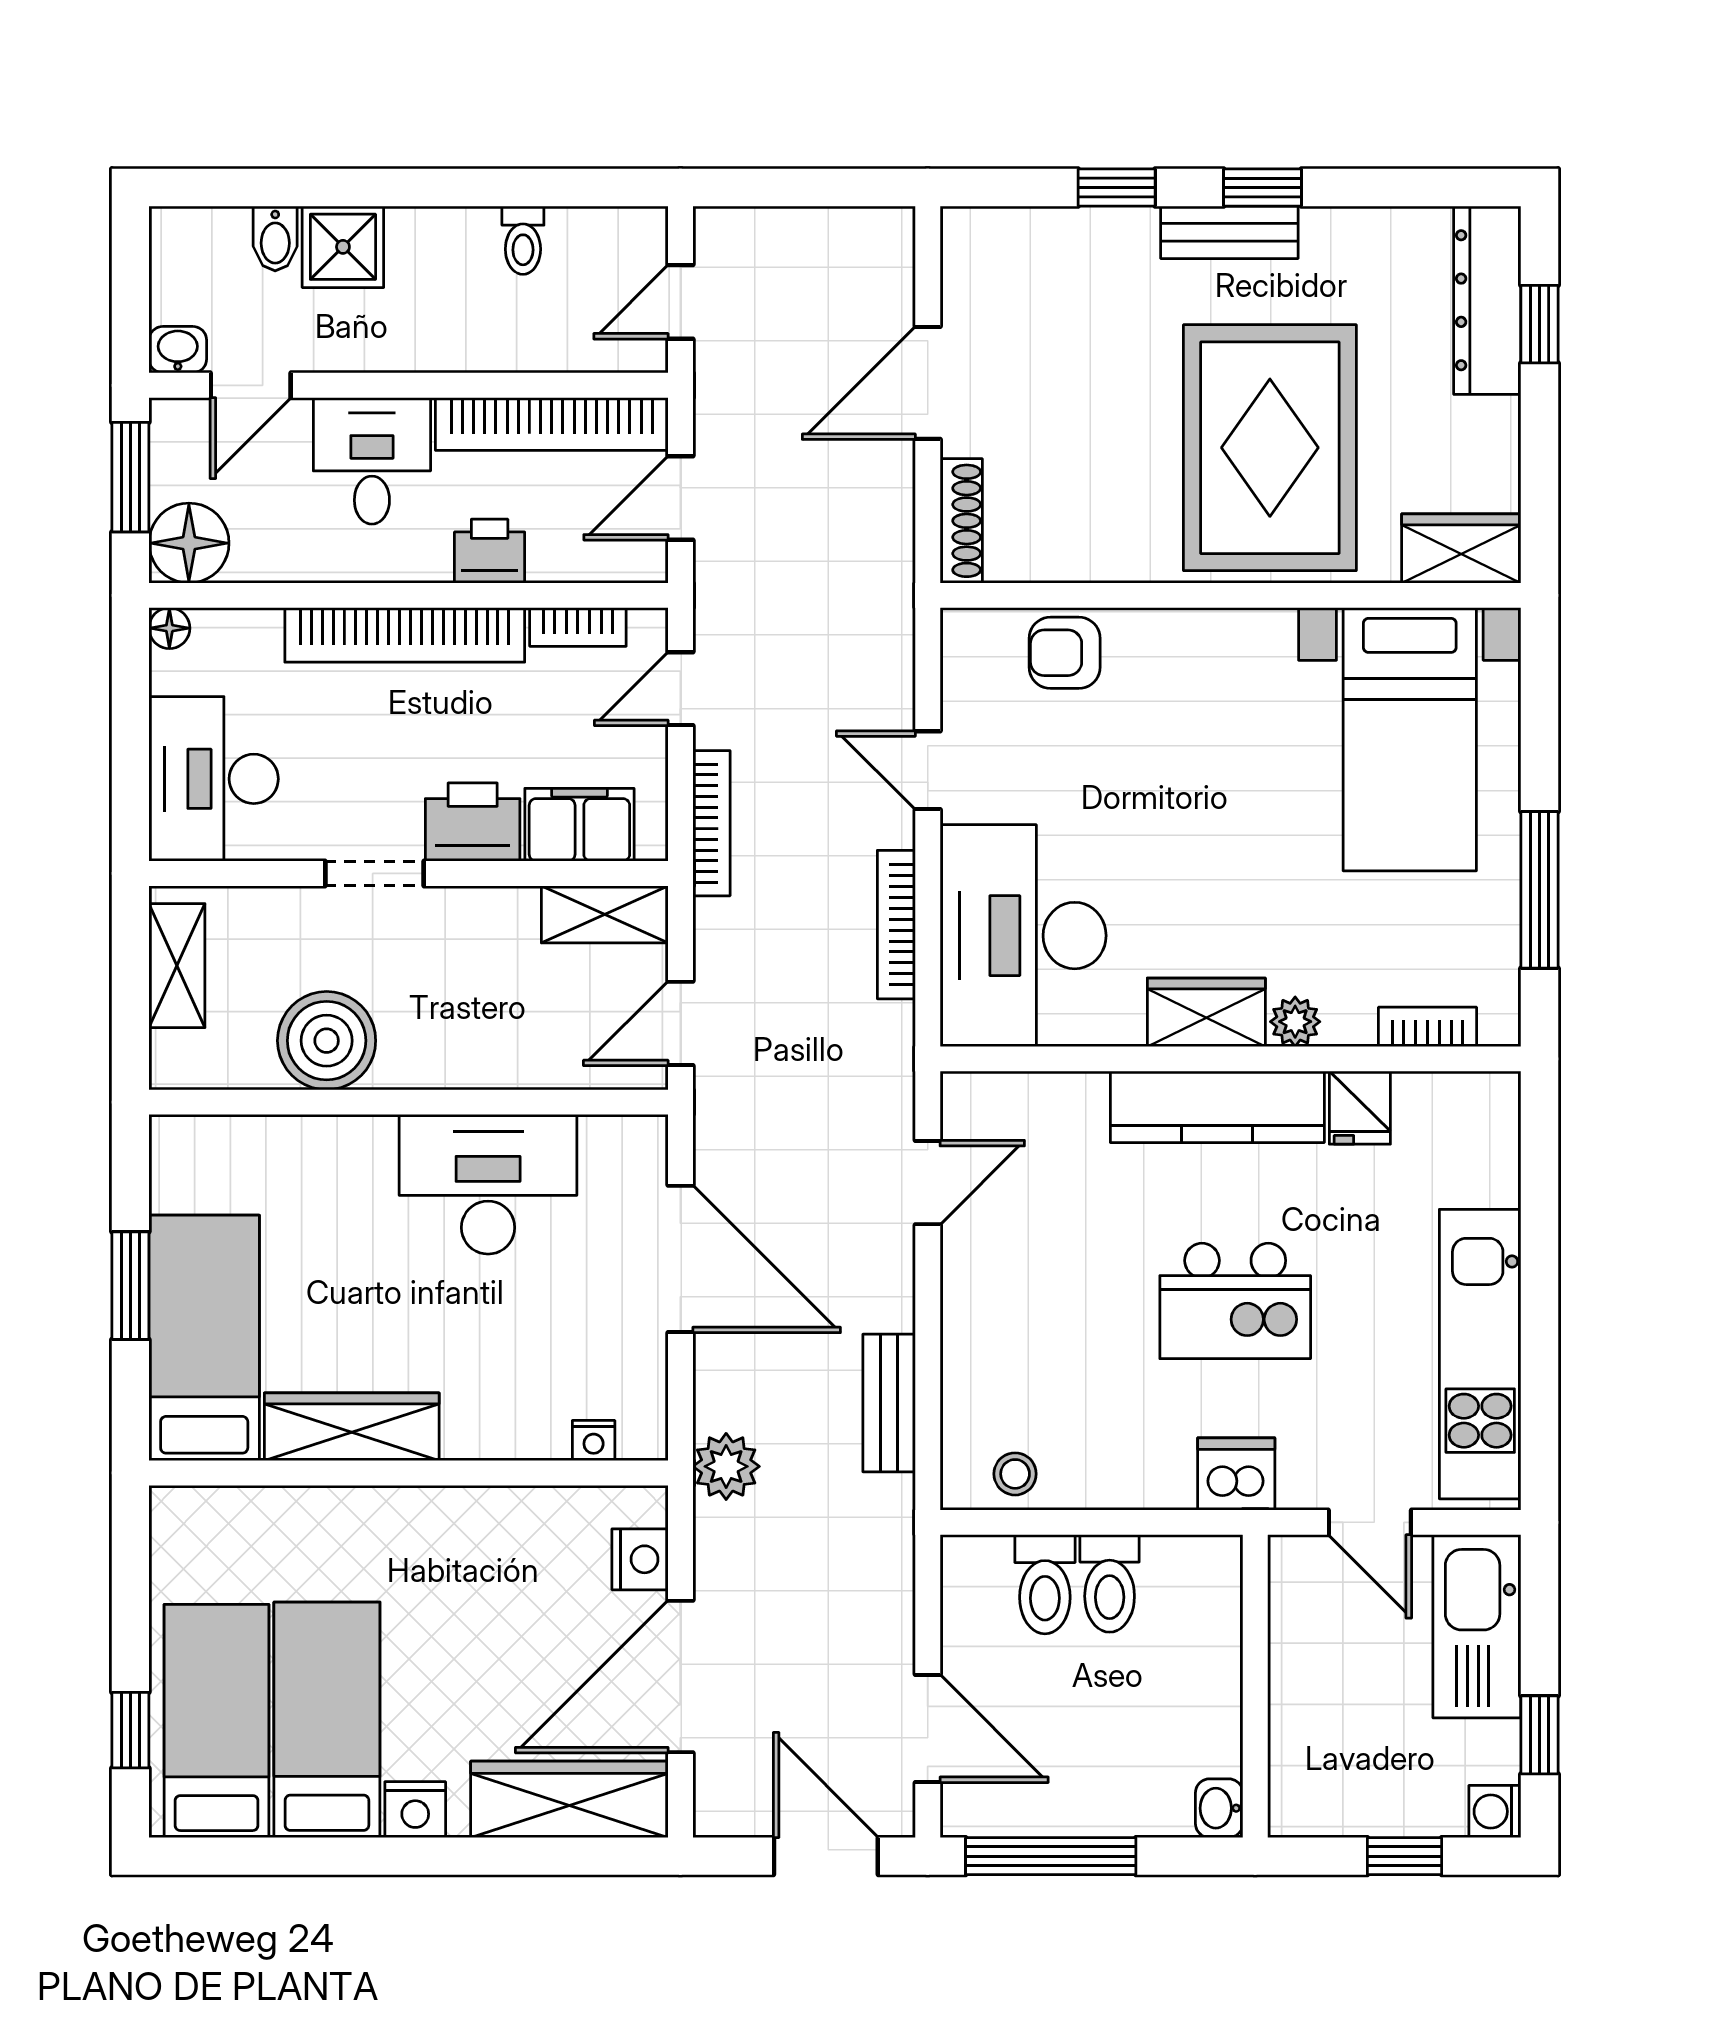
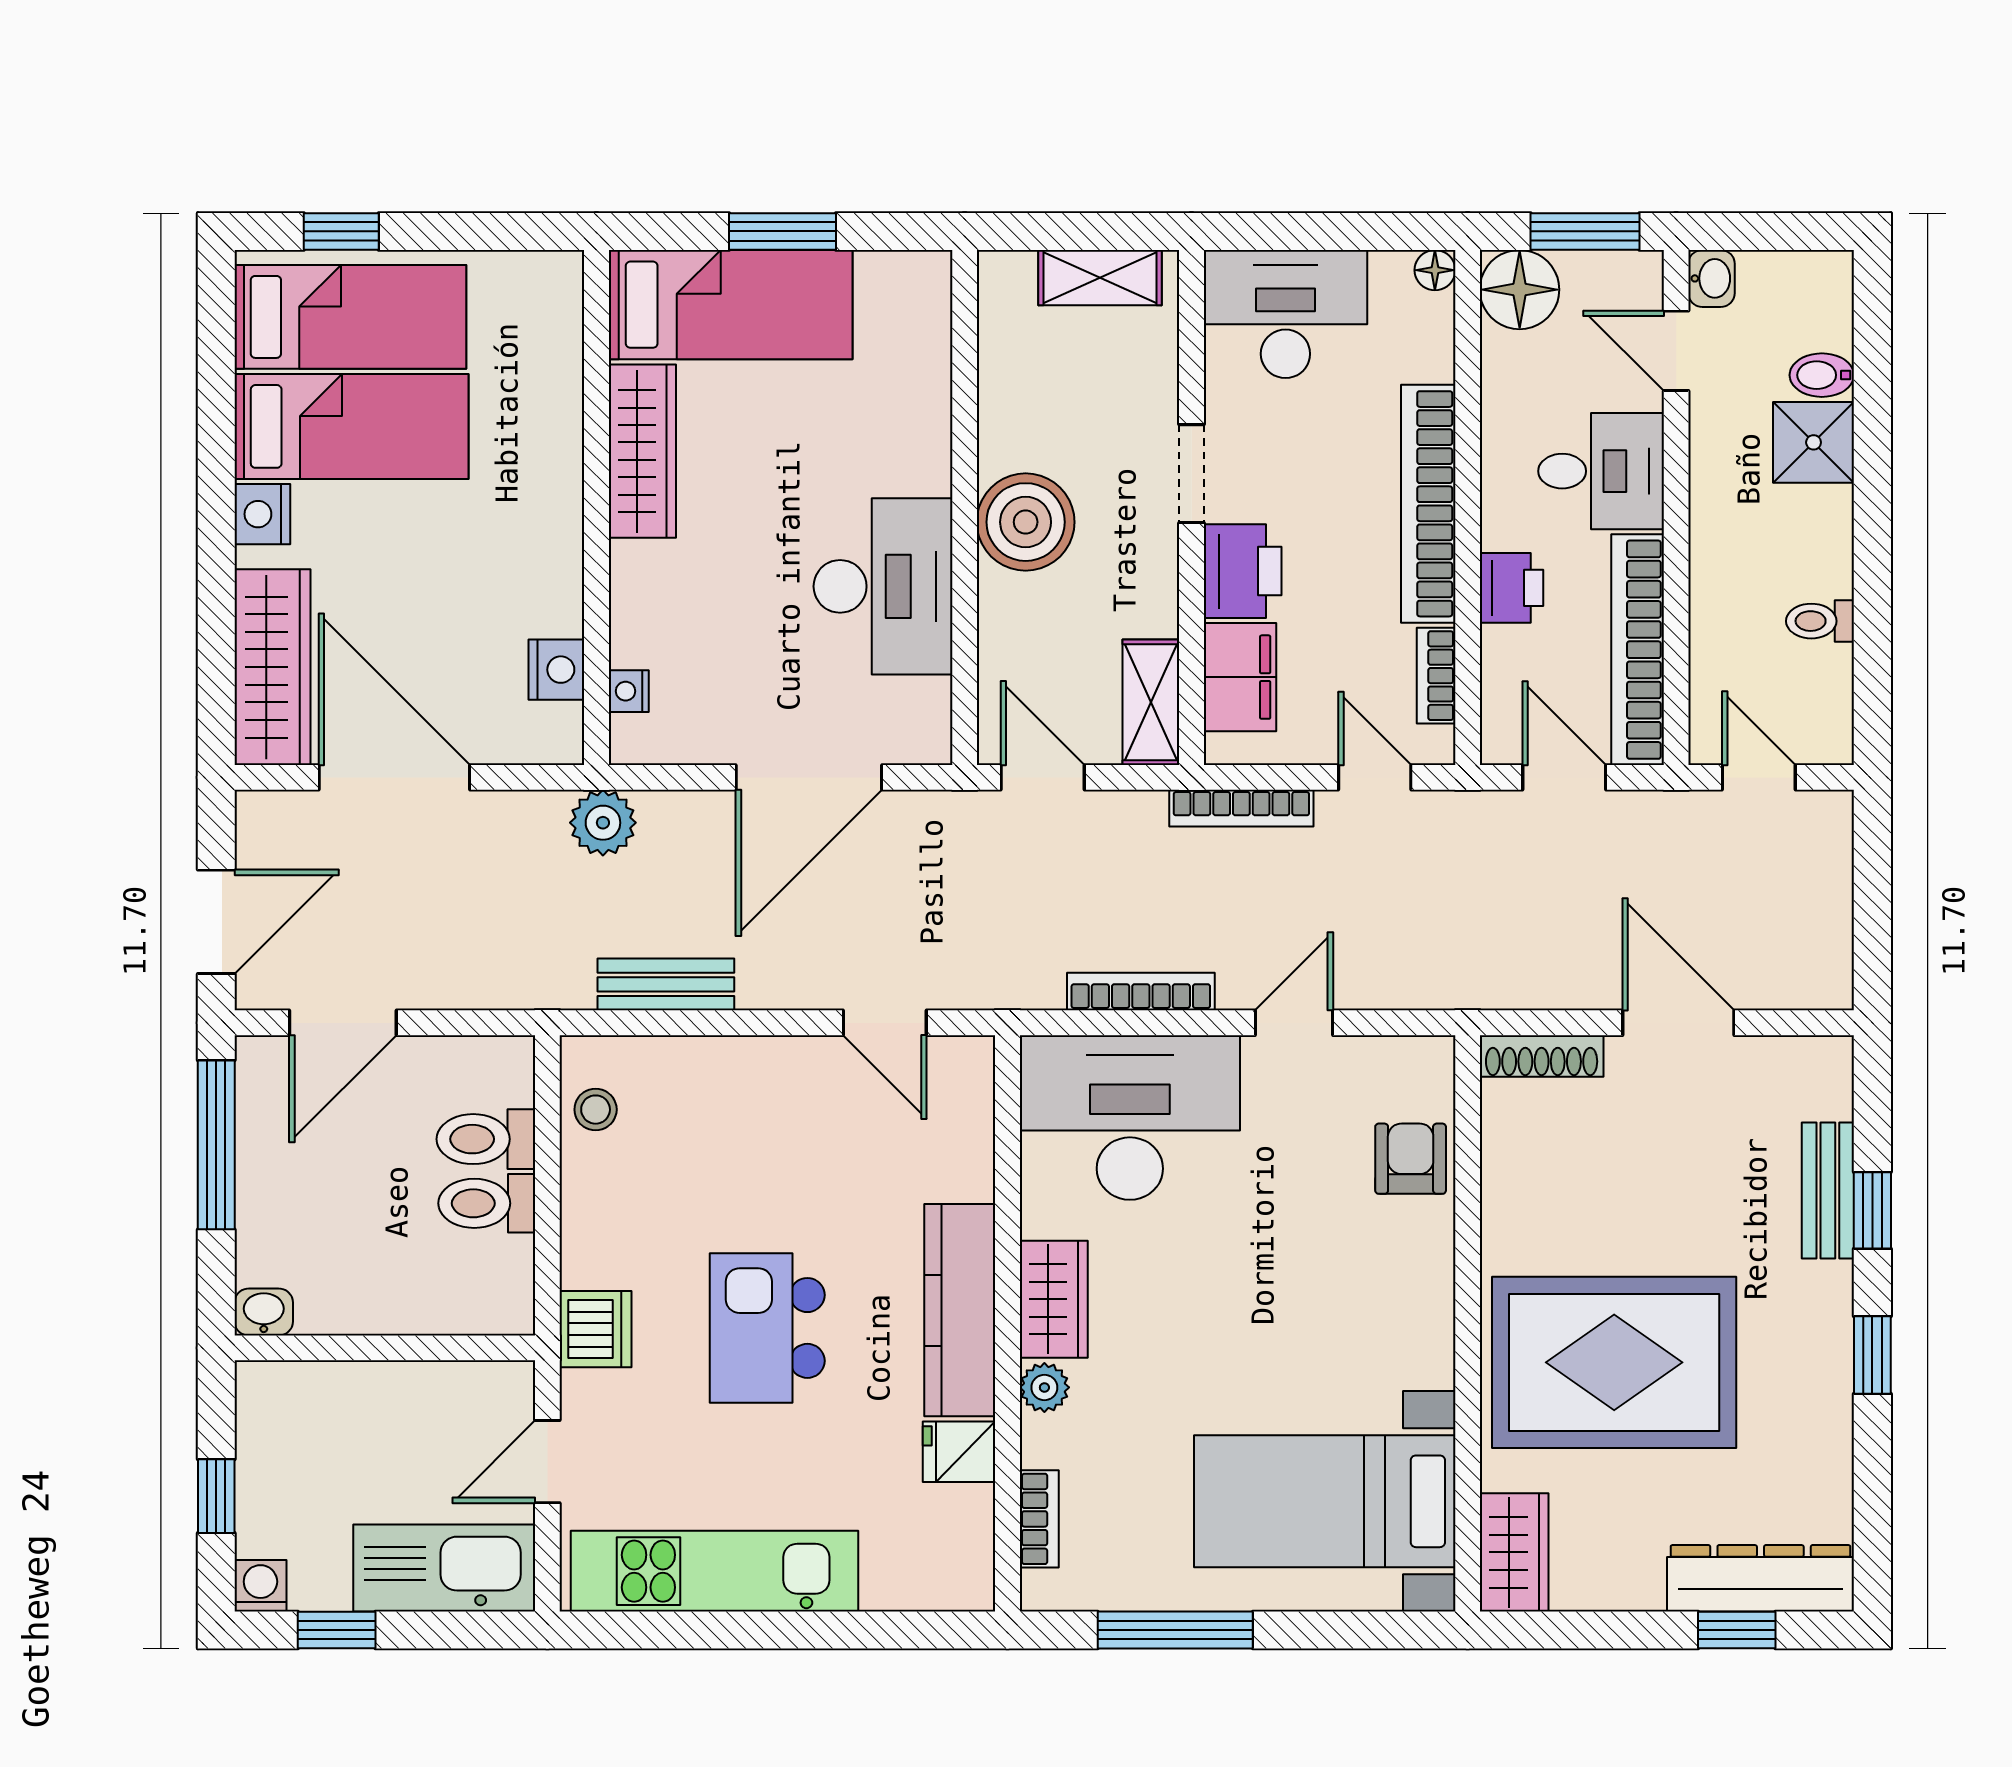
bench: (1229, 232) -> (1828, 1191), moved
boiler: (327, 1041) -> (1026, 522), moved
nightstand: (640, 1559) -> (556, 670), moved, turned -90

